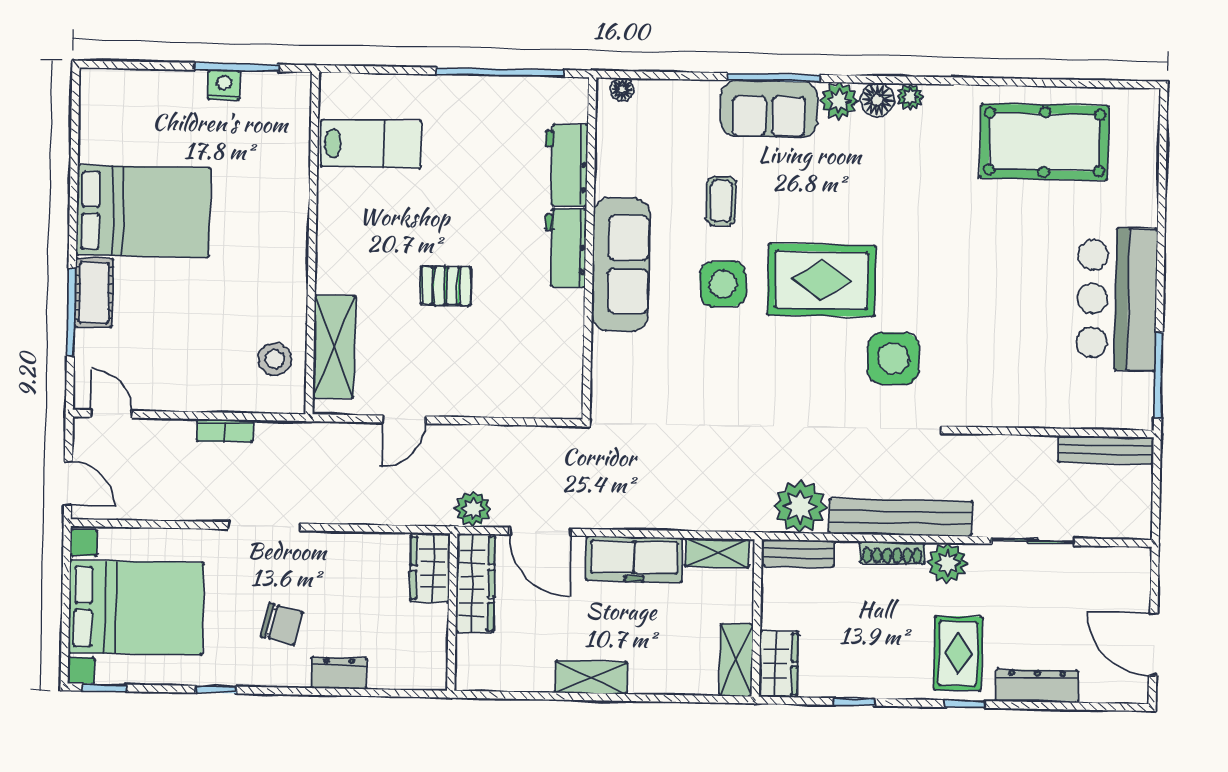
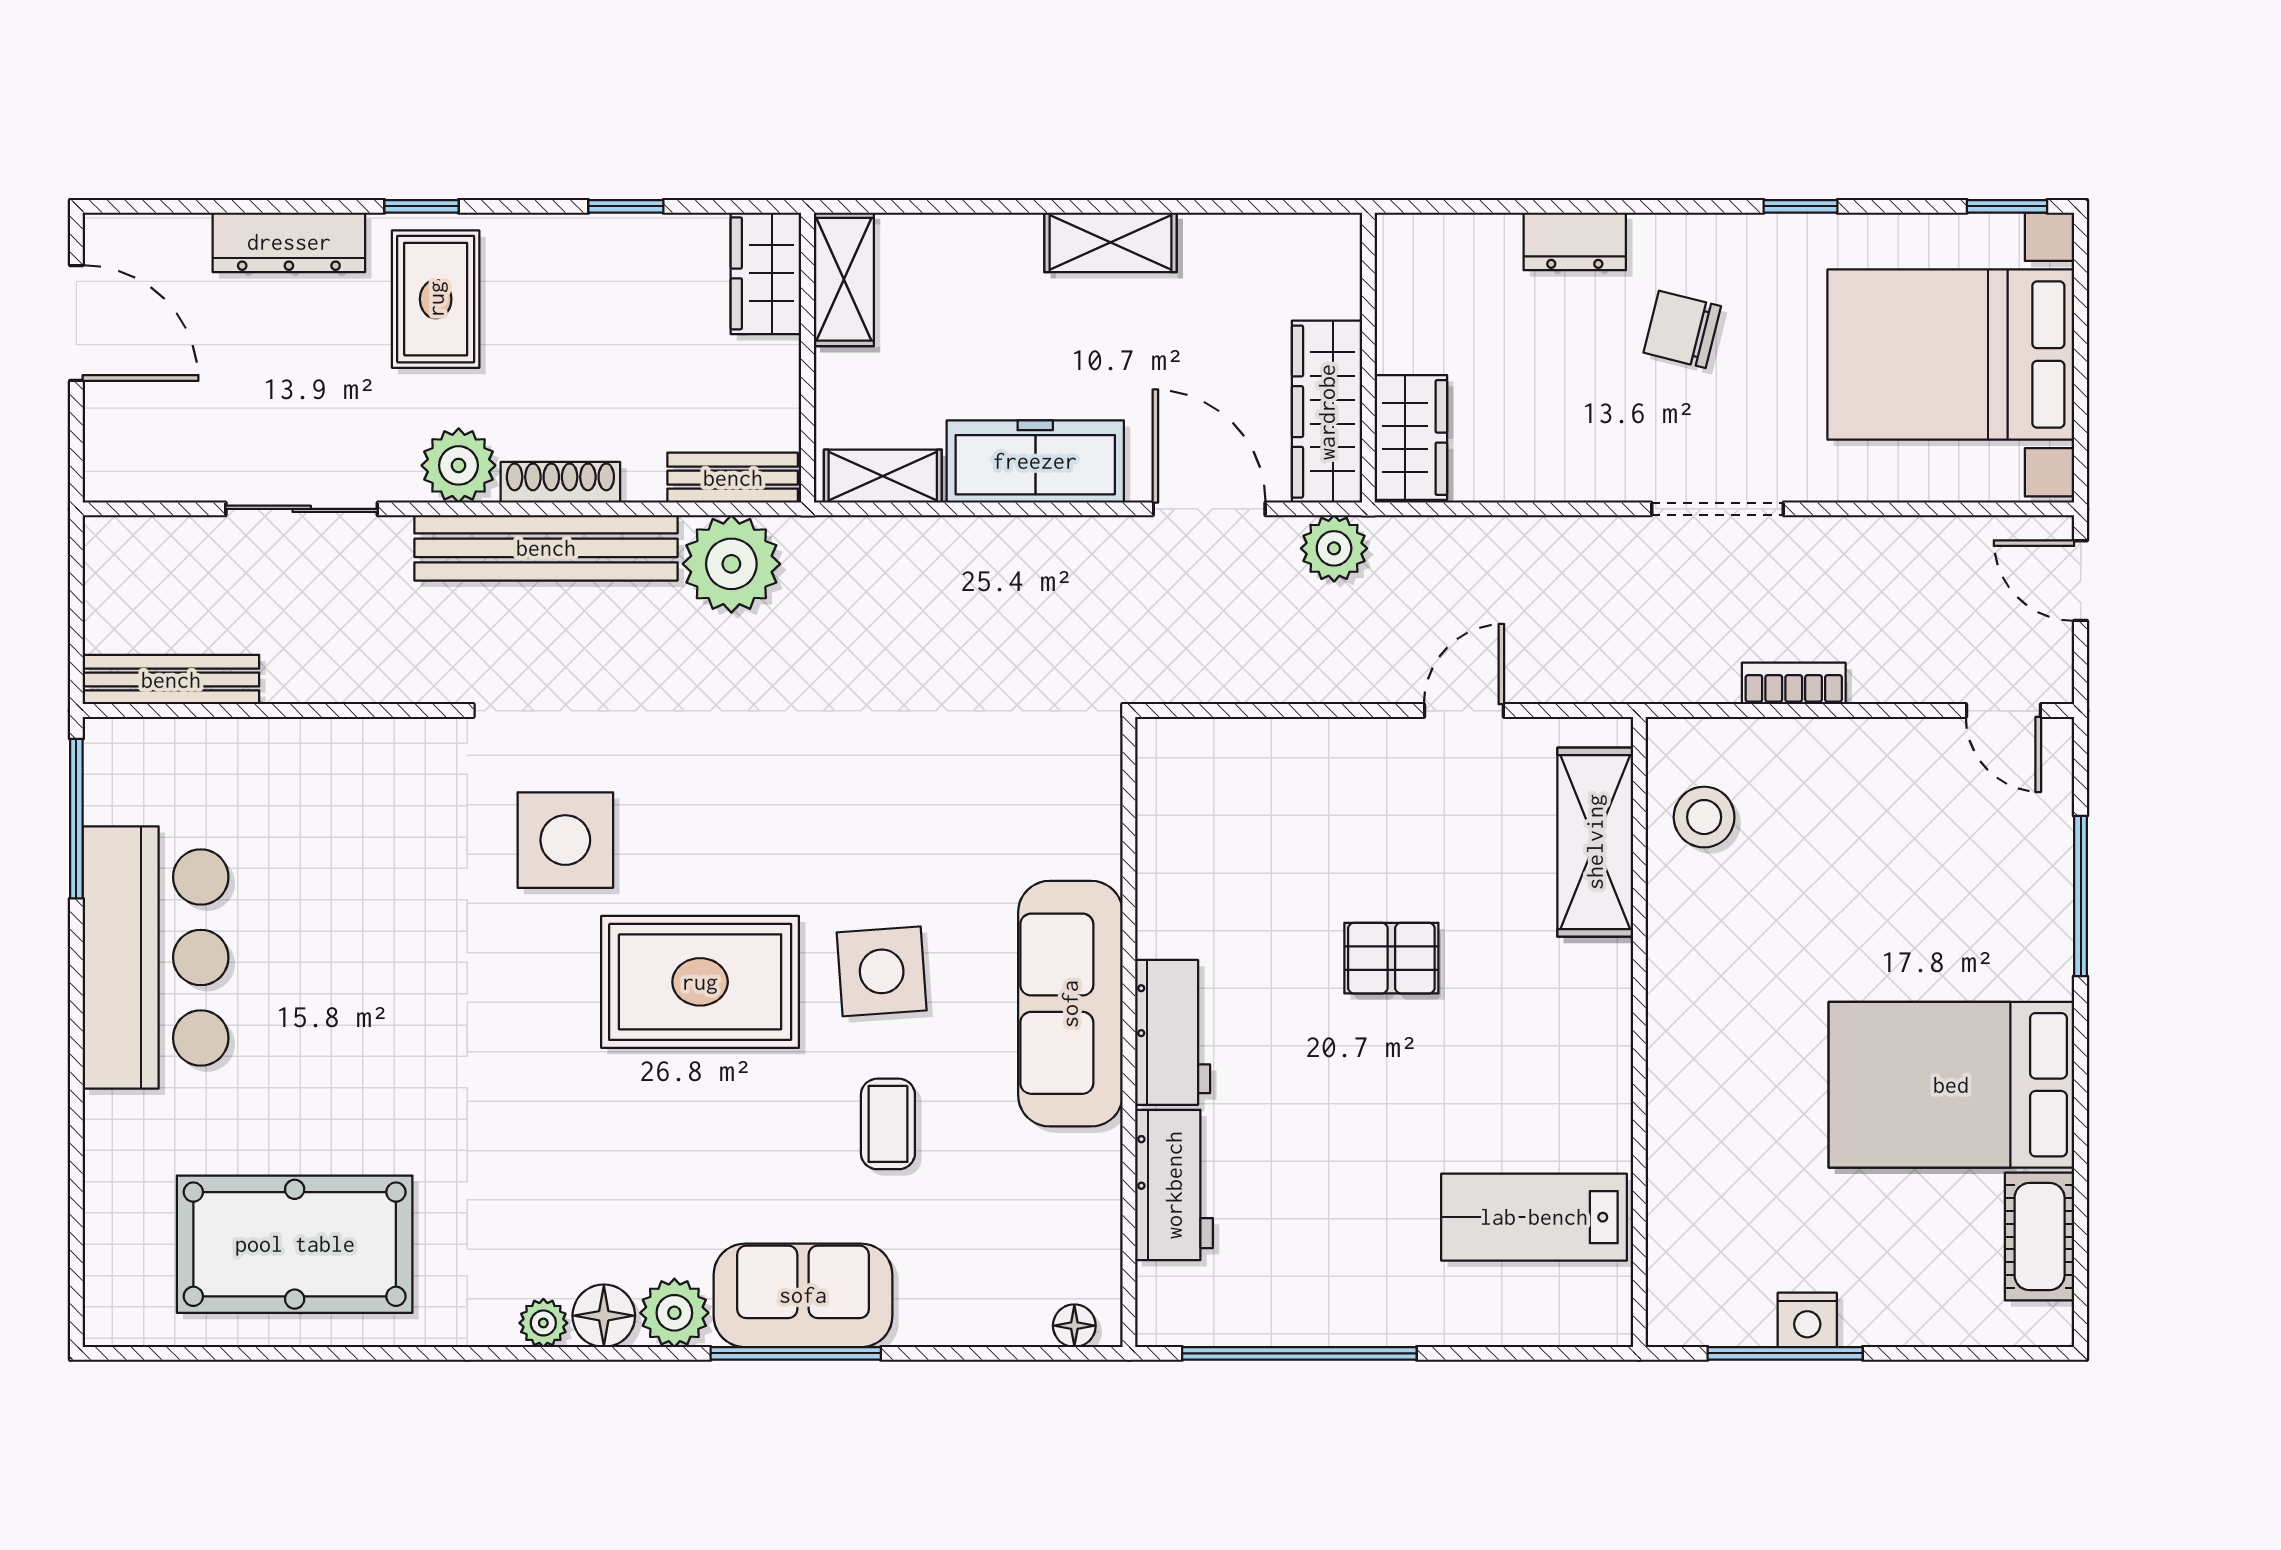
cot: (94, 293) -> (2040, 1237), moved

